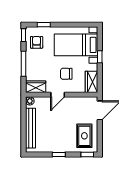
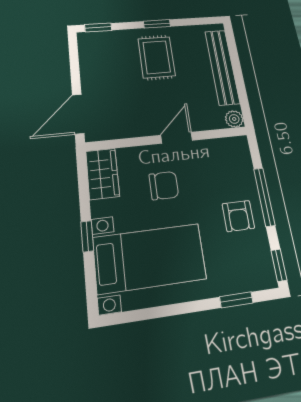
armchair: (37, 42) -> (238, 216), moved
wardrobe: (36, 87) -> (228, 149), removed
rug: (84, 136) -> (157, 57), moved

